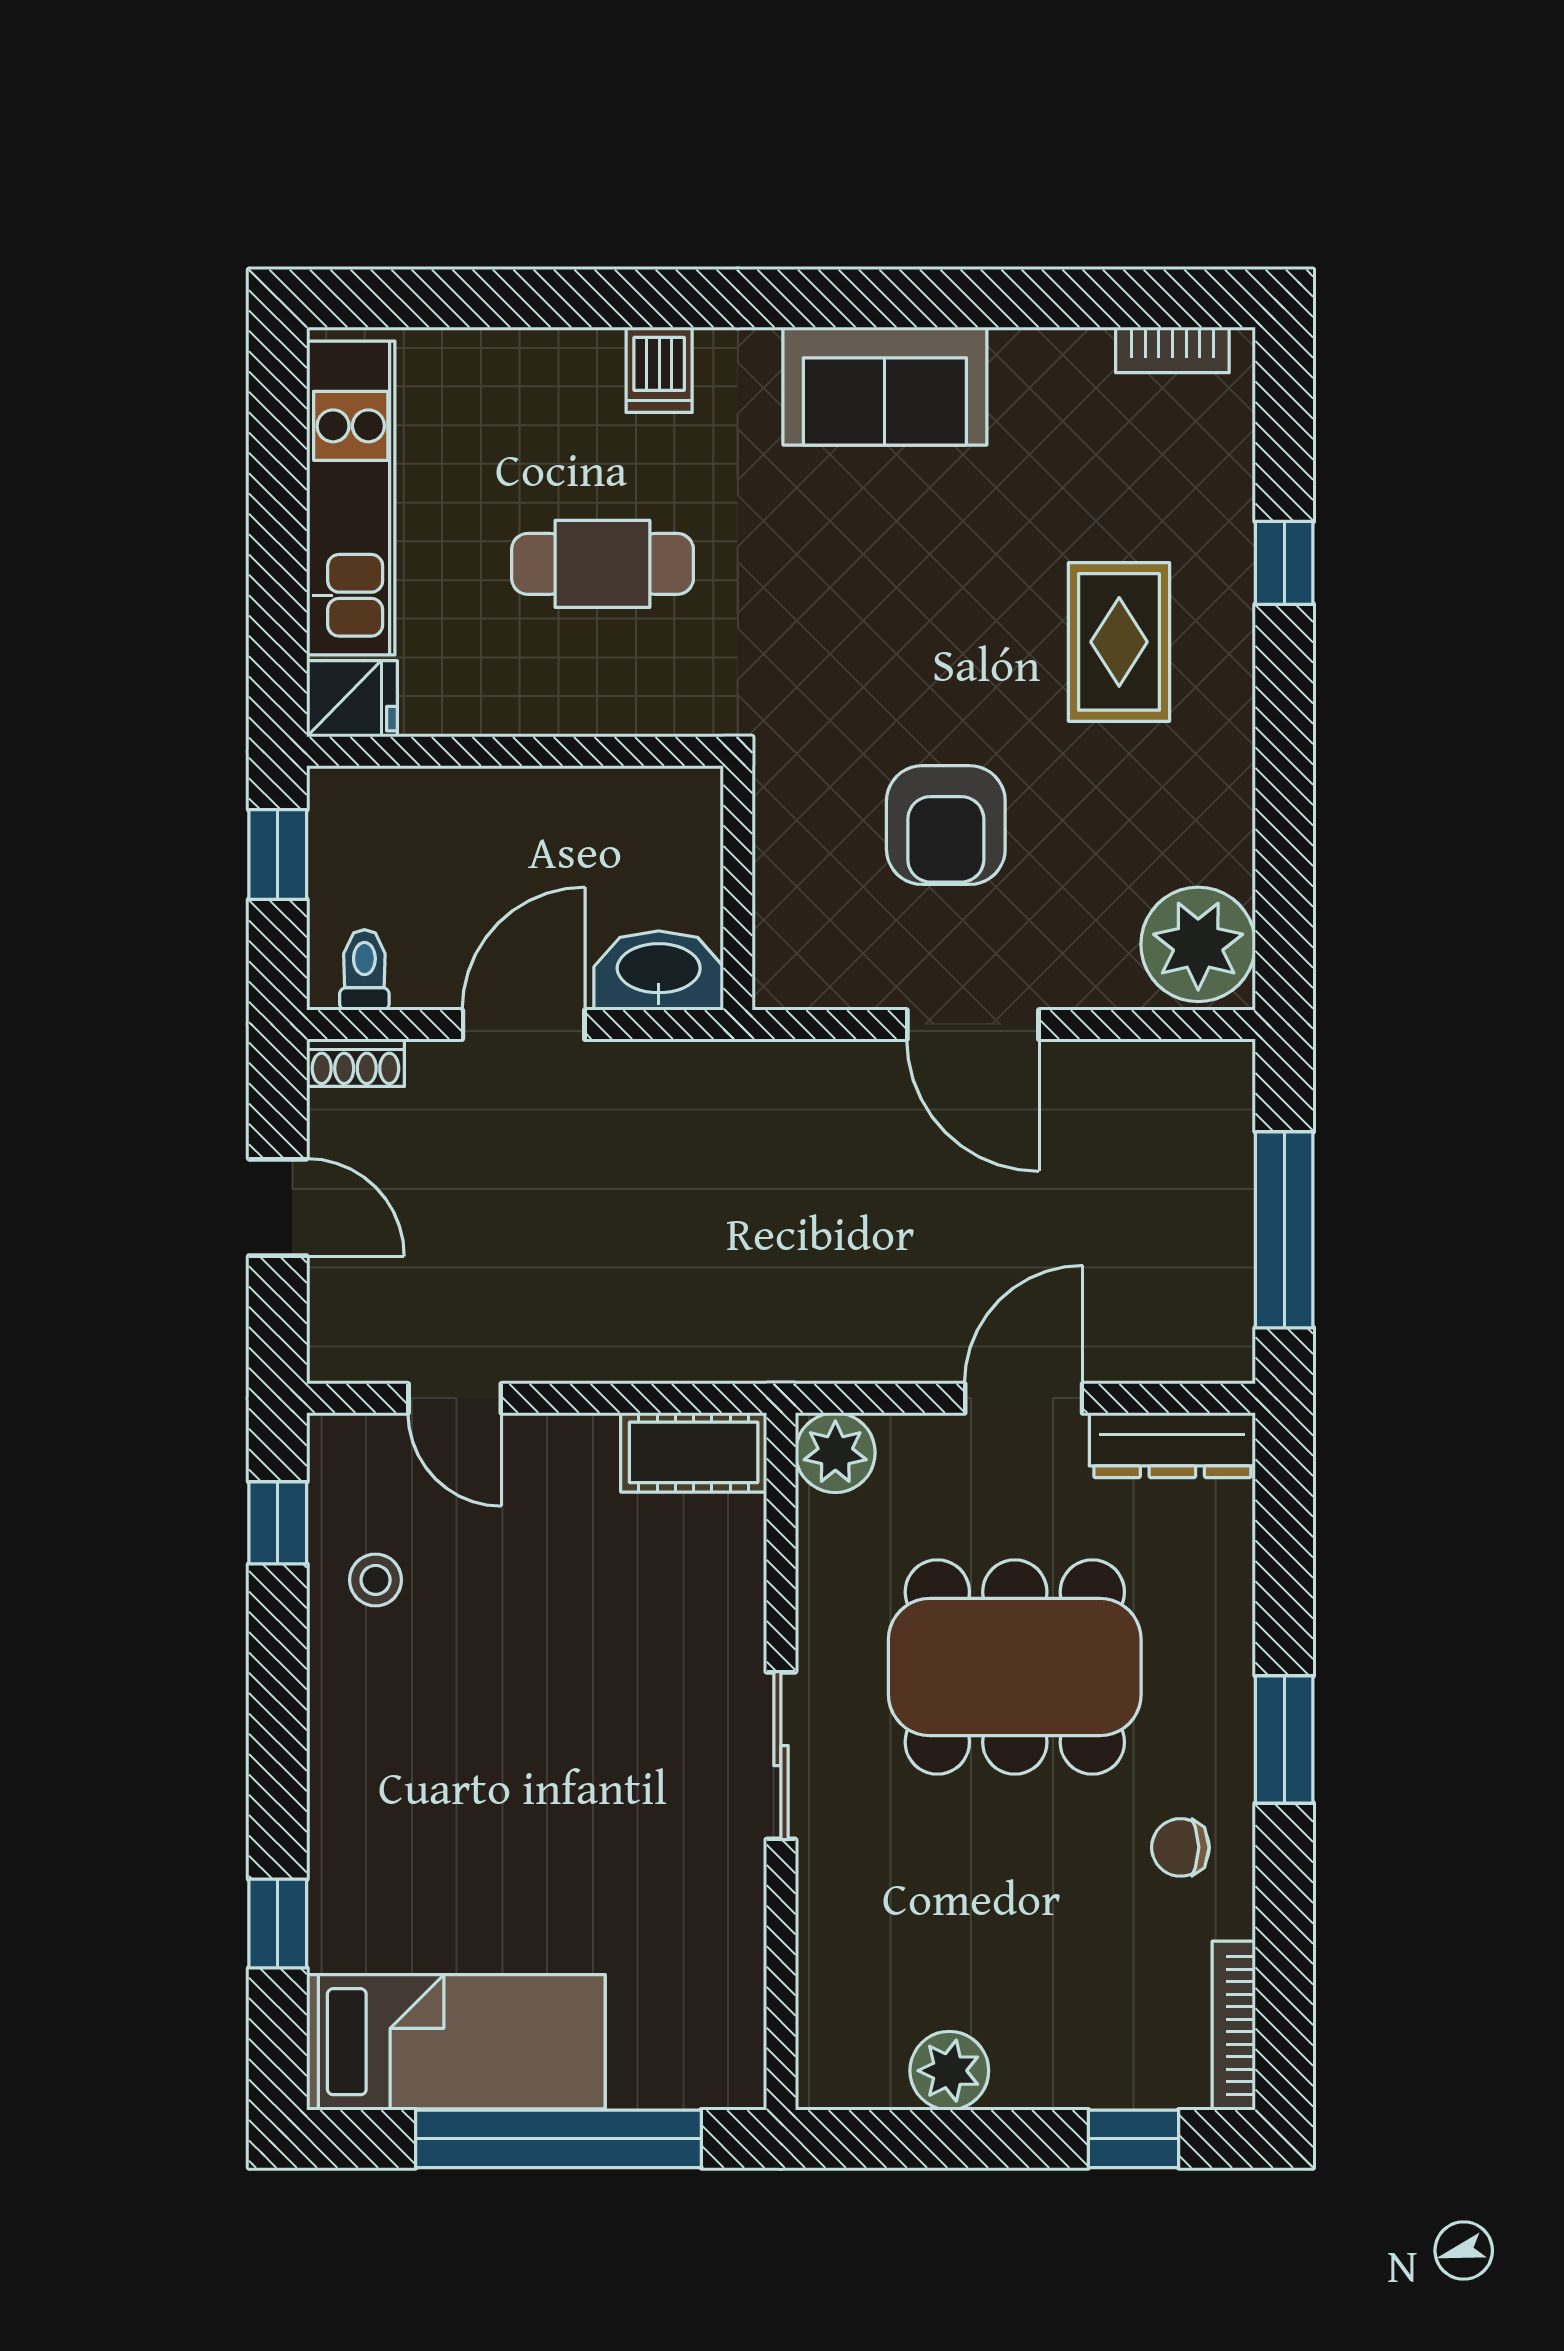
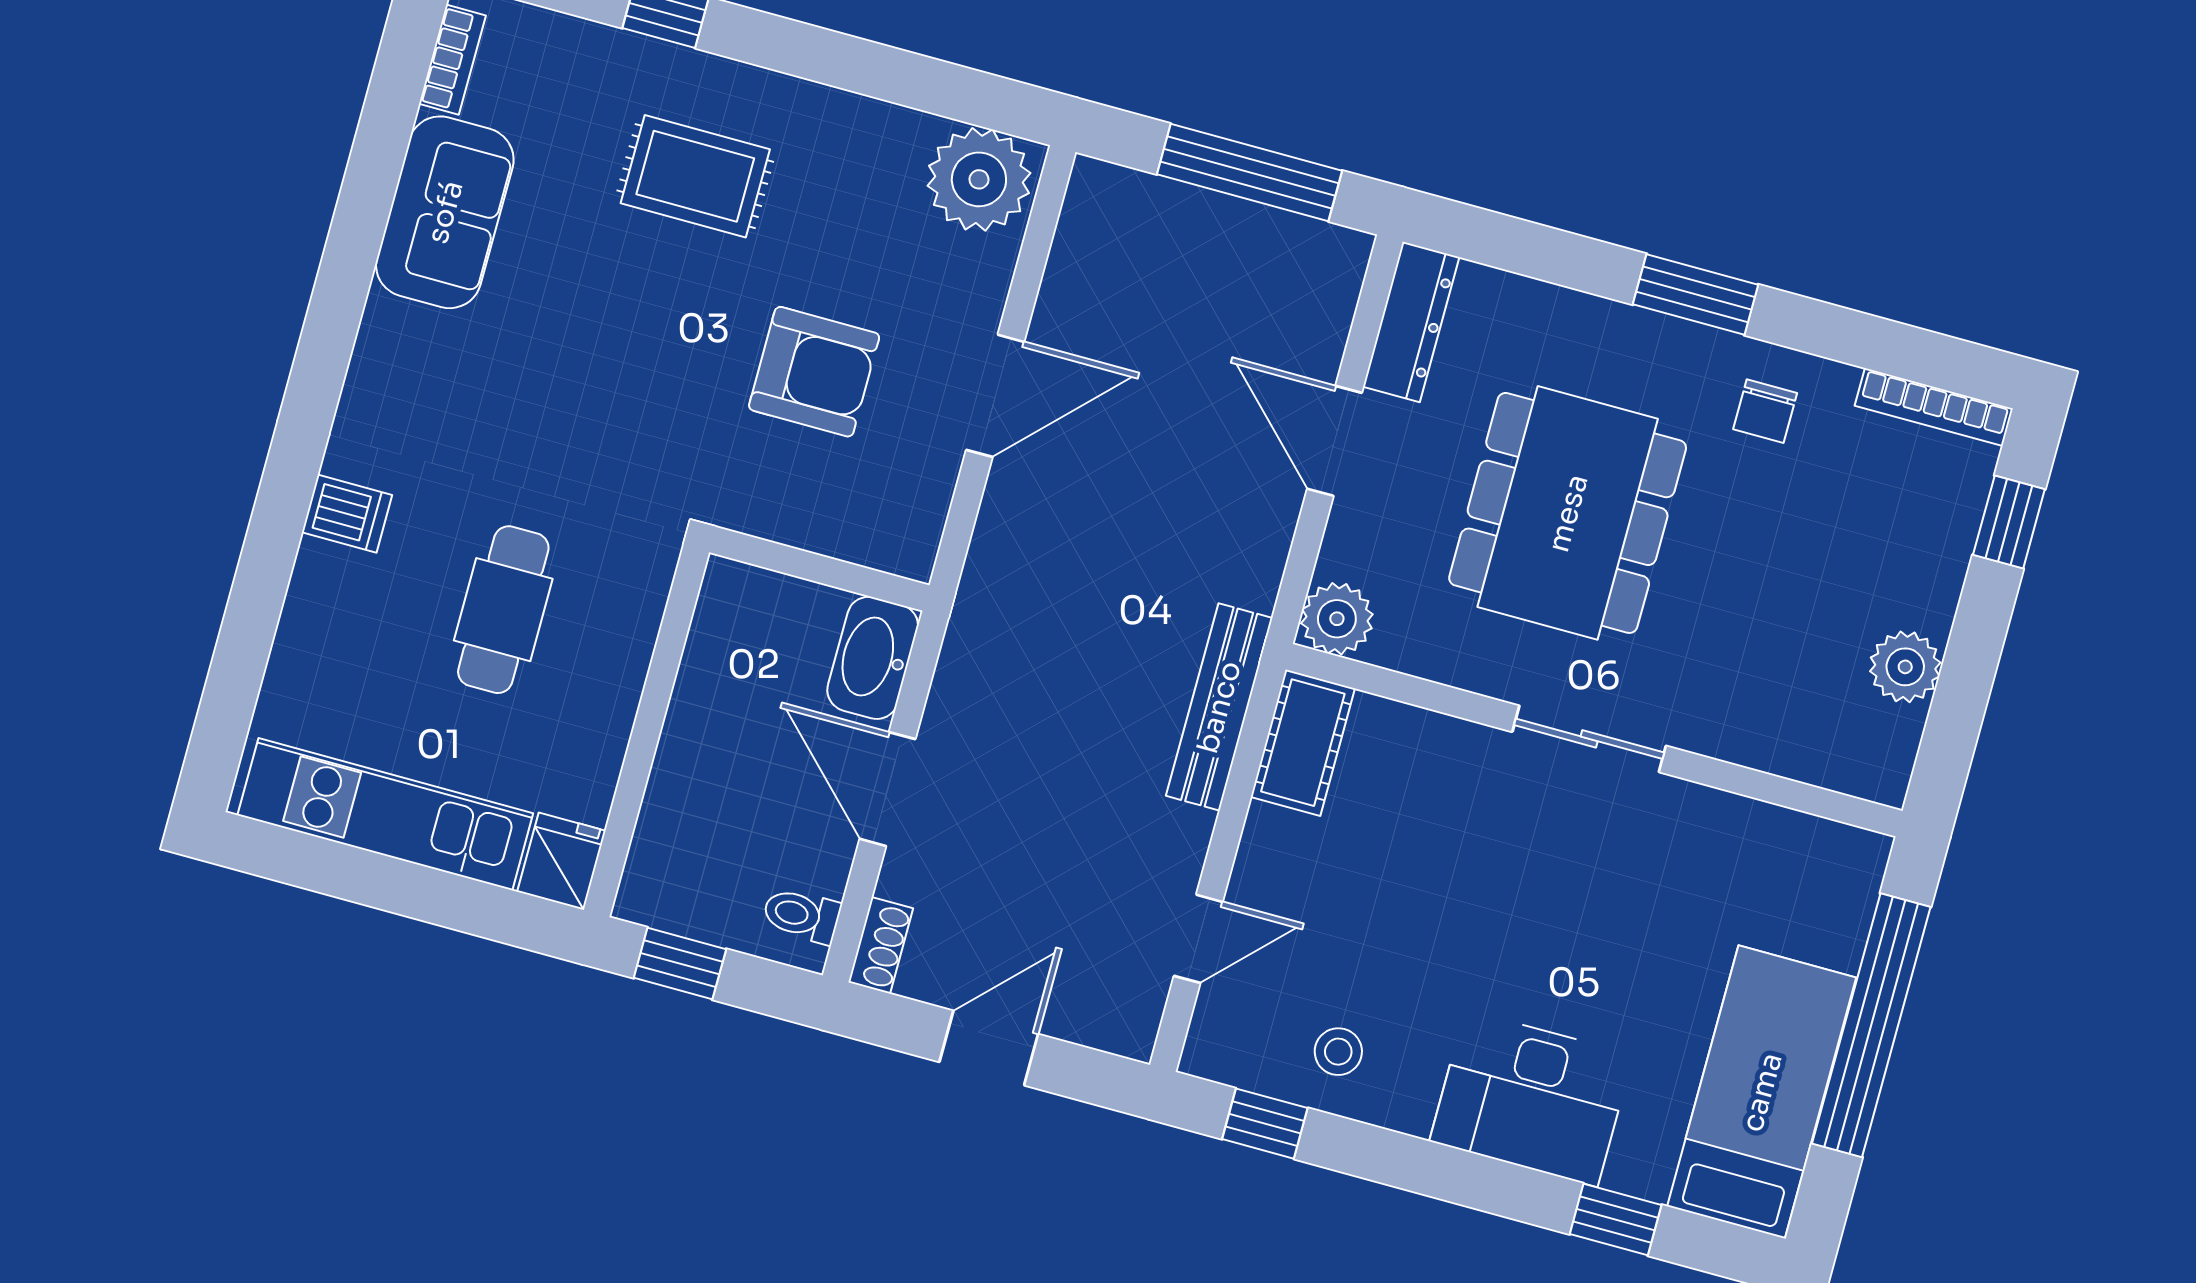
sofa: (885, 386) -> (445, 212), moved
bench: (707, 1353) -> (1219, 707), added
desk: (382, 1799) -> (1531, 1098), added

